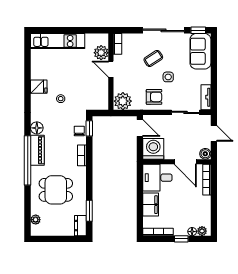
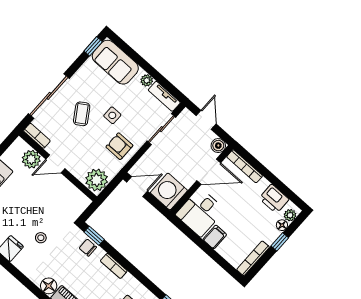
sliding door: (164, 30) -> (49, 96), moved
plant: (206, 79) -> (147, 80), added
armchair: (154, 97) -> (119, 146), turned -90
door: (214, 133) -> (206, 120), hinge flipped
filing cabinet: (151, 205) -> (215, 237), width x0.50
printer: (203, 213) -> (274, 199), added

